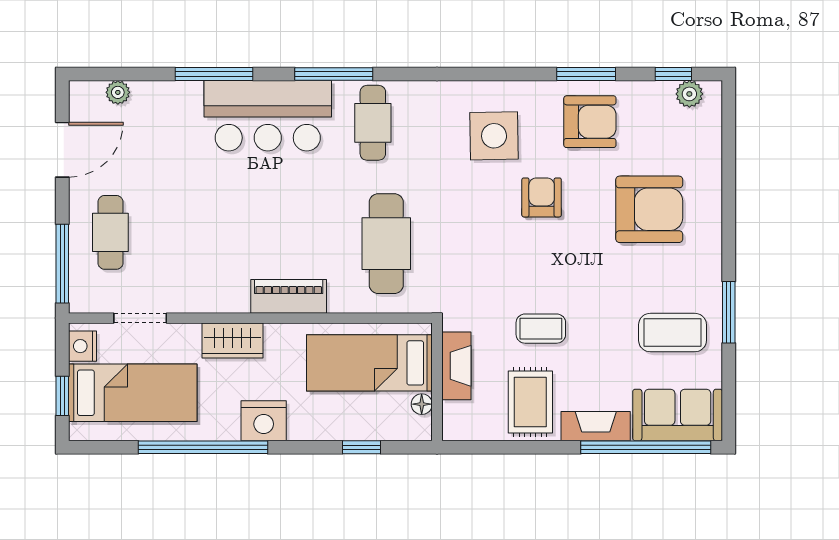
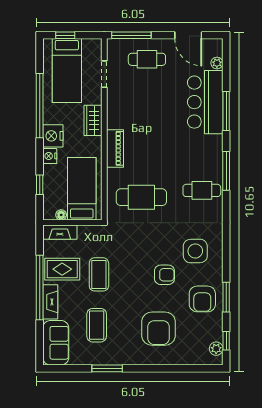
bar counter: (268, 116) -> (205, 102), moved
coffee table: (541, 329) -> (99, 274), width x1.36, depth x1.30
coffee table: (673, 333) -> (97, 325), moved
nightstand: (83, 346) -> (50, 156), moved, turned -90
fireplace: (456, 366) -> (60, 232), moved
window: (646, 447) -> (40, 288), moved

